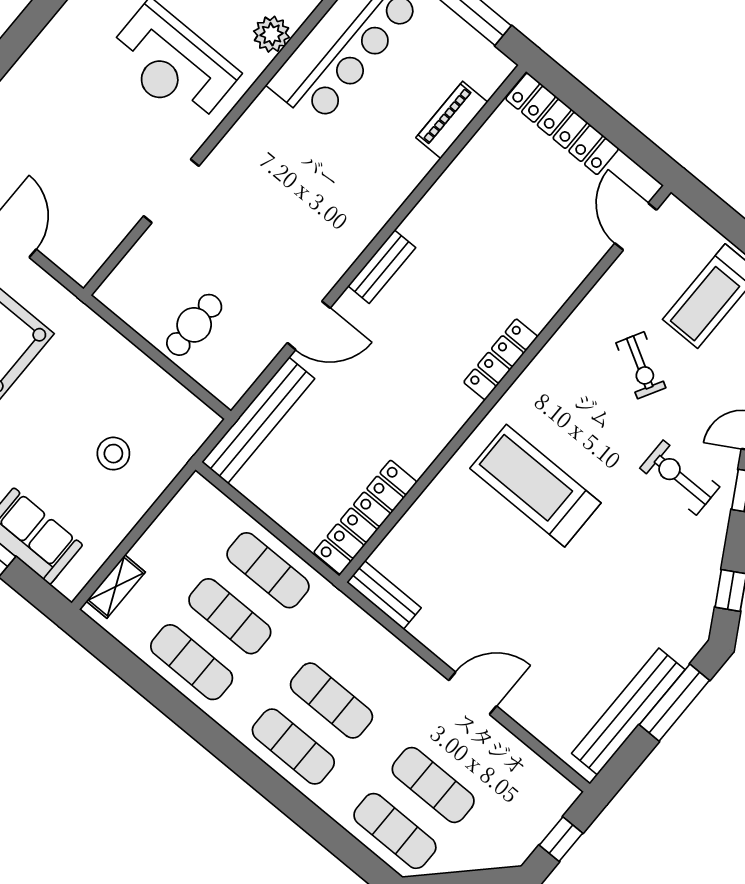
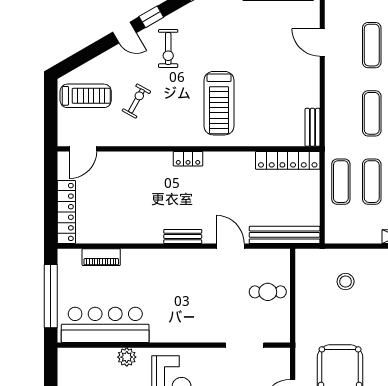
doorway: (171, 191) -> (245, 345), moved
locker: (501, 359) -> (188, 159), width x0.66
door: (473, 693) -> (322, 42), moved

